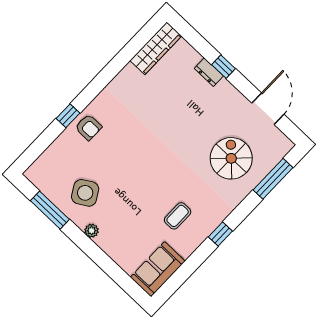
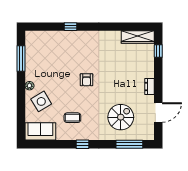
window: (224, 67) -> (158, 51), moved
dresser: (209, 72) -> (150, 87), moved
armchair: (88, 127) -> (86, 80), moved
side table: (85, 193) -> (41, 101), moved

